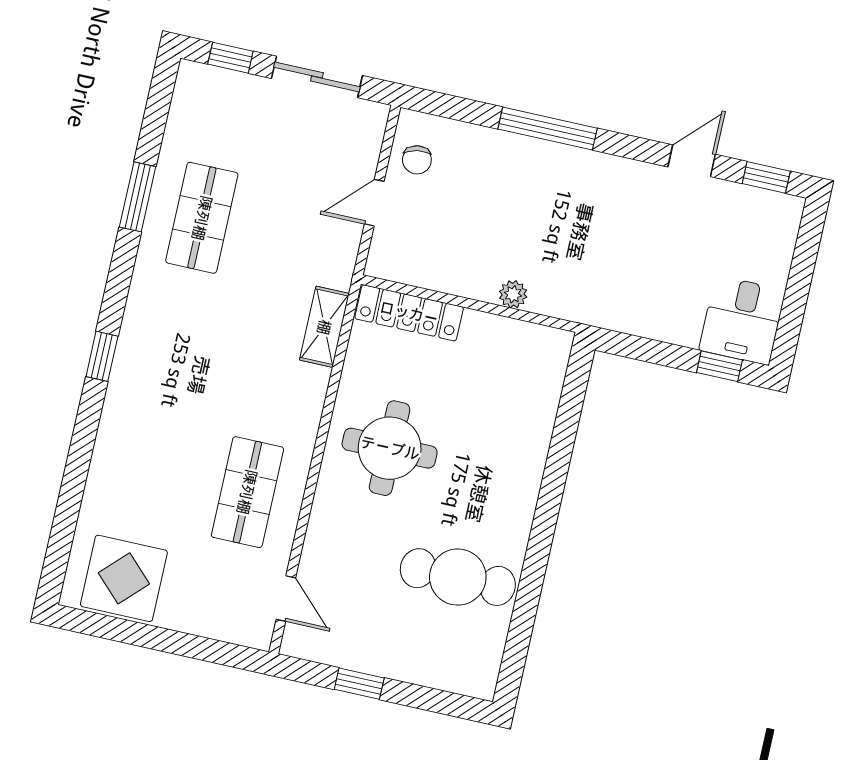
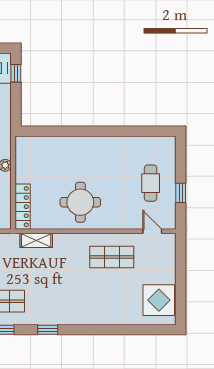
window: (102, 356) -> (48, 330), moved
cafe table: (458, 577) -> (151, 183), moved, width x0.73, depth x0.74
door: (286, 599) -> (152, 231), hinge flipped

